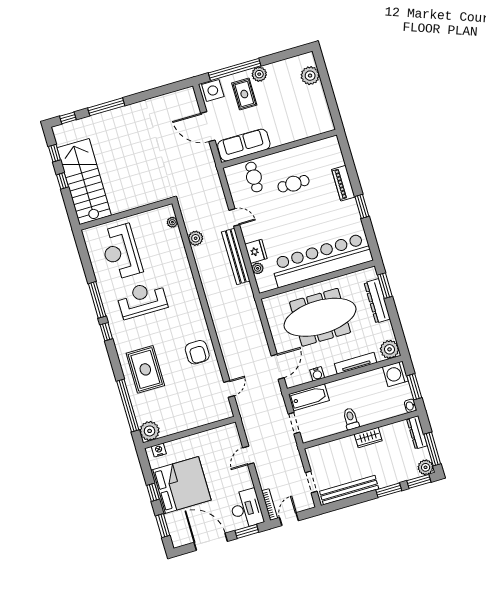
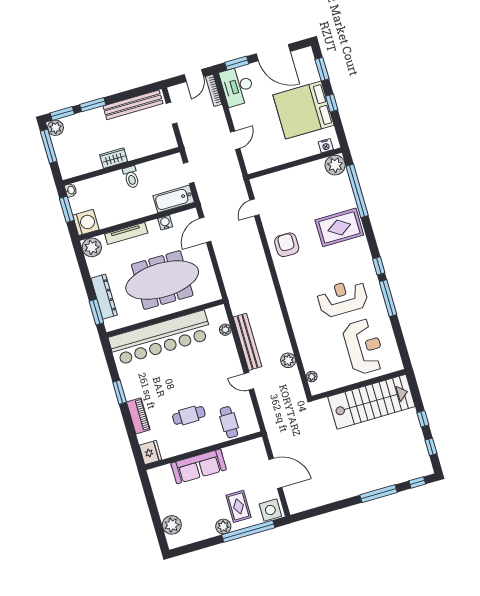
sofa: (244, 145) -> (199, 466), moved
stairs: (84, 182) -> (371, 402), moved, turned -90
fridge: (256, 251) -> (150, 453), moved, turned 180
reception desk: (142, 300) -> (342, 298), turned 180
rug: (145, 369) -> (339, 227), turned 90
dresser: (417, 432) -> (64, 163), removed

